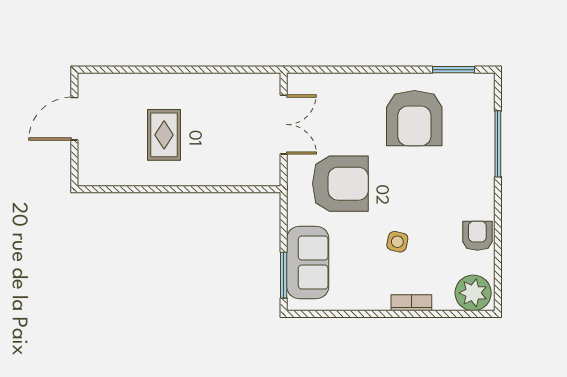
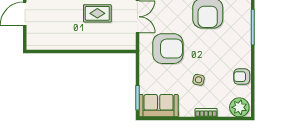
rug: (164, 135) -> (97, 13), moved, turned 90
armchair: (477, 236) -> (242, 77), turned -90
sofa: (308, 262) -> (159, 106), moved, turned -90

